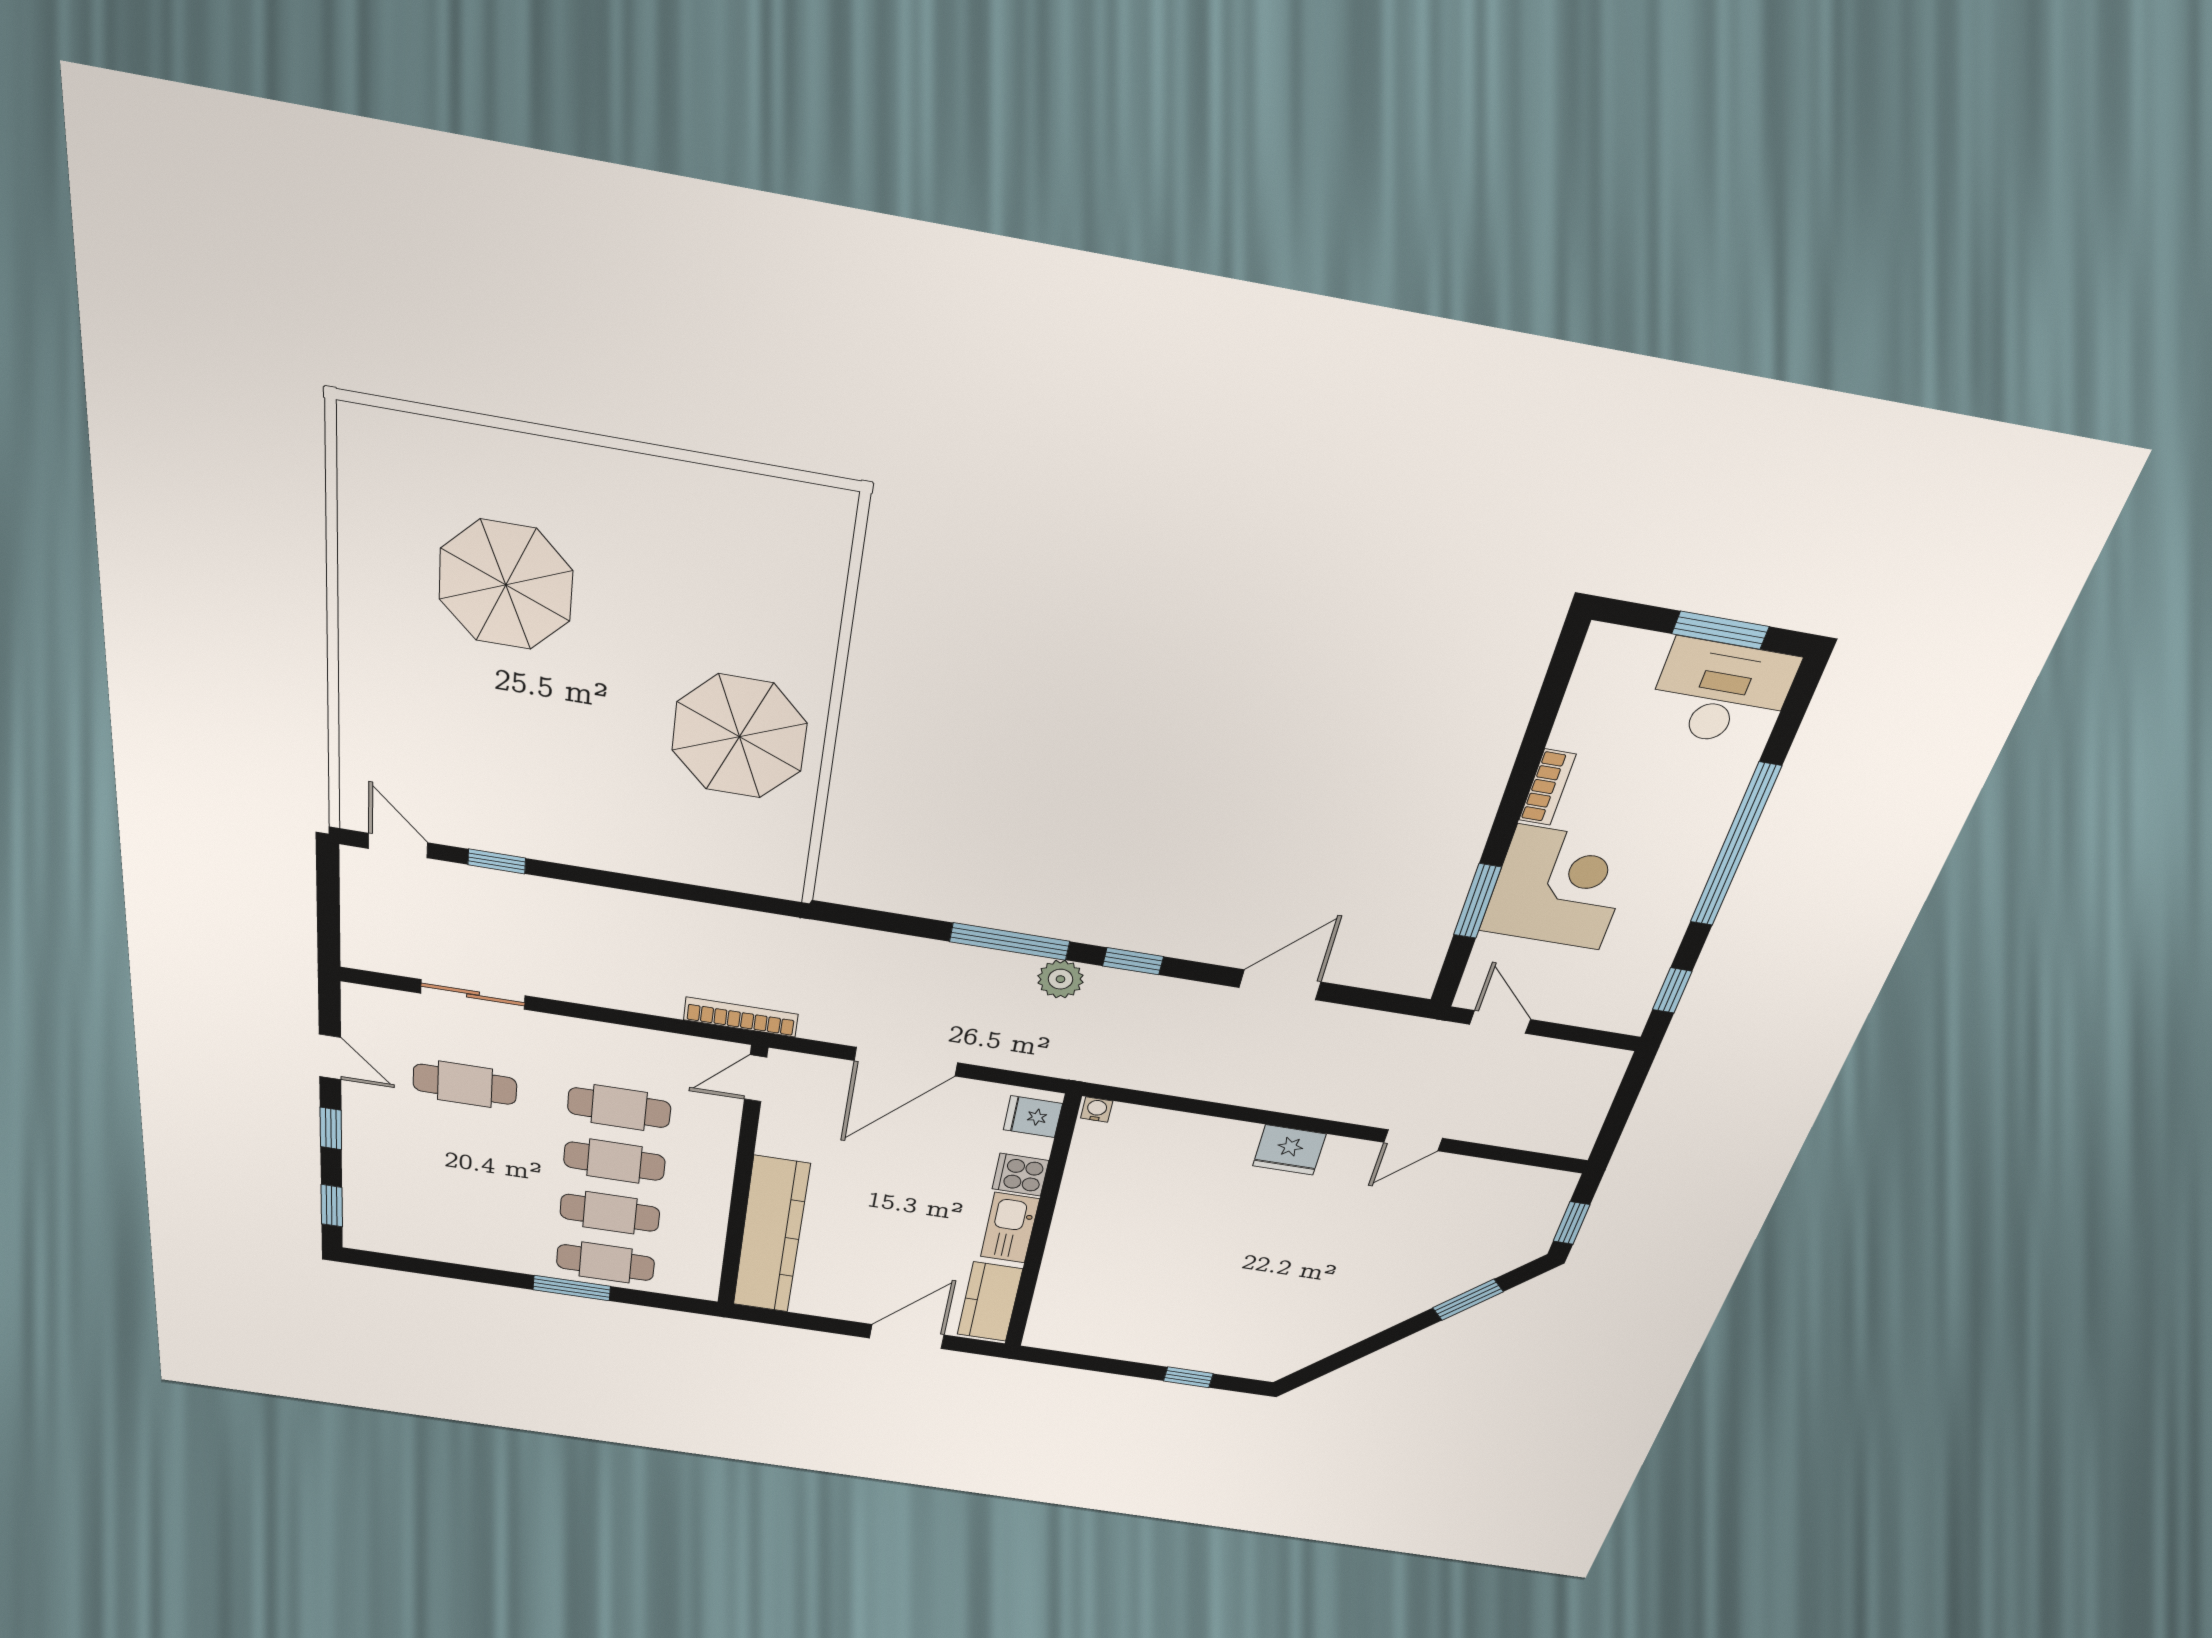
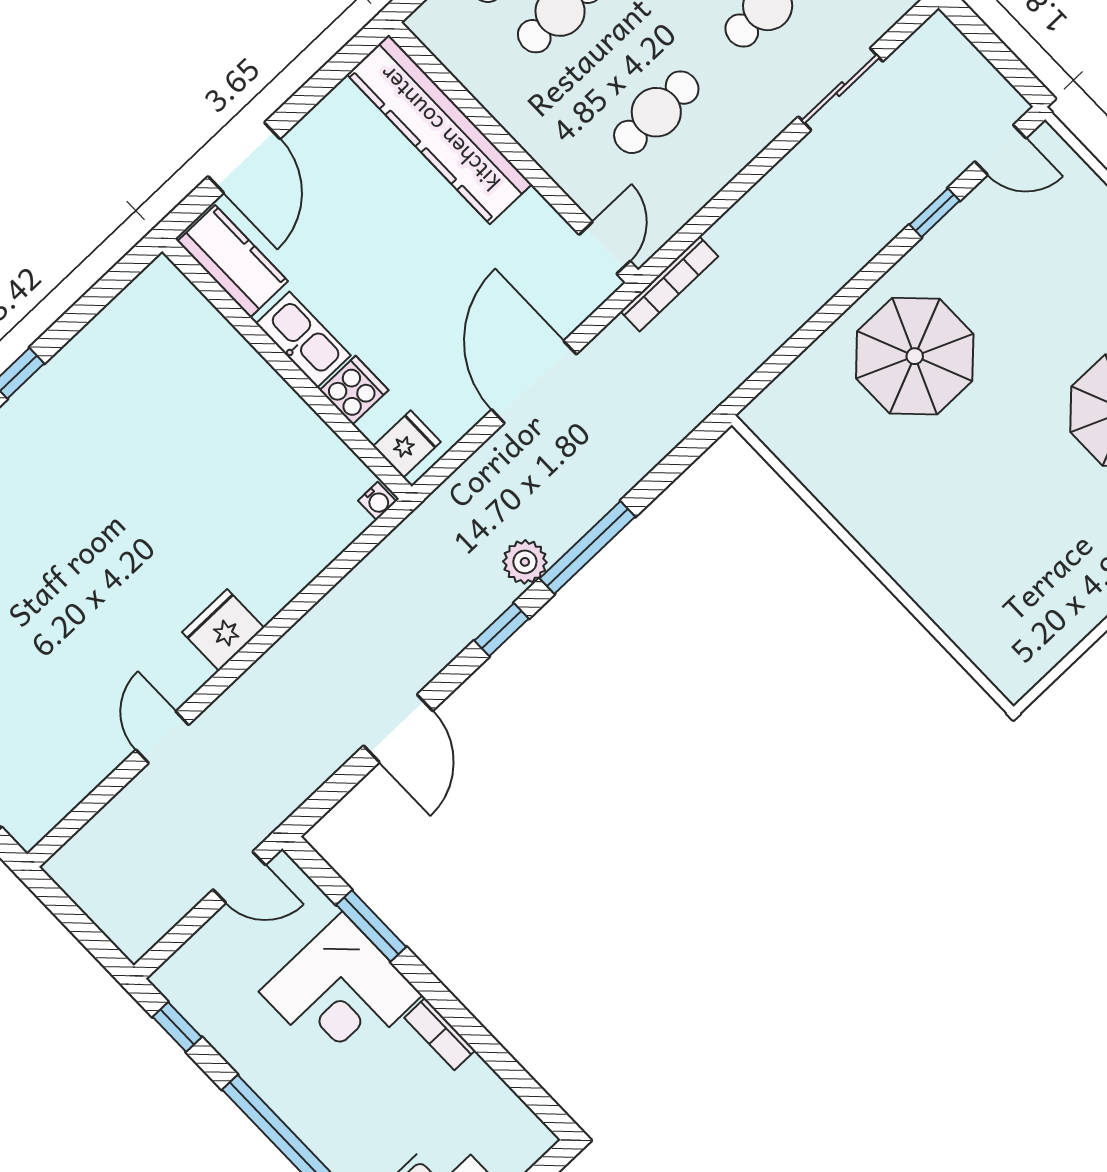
parasol: (739, 737) -> (915, 356), moved
cafe table: (614, 1161) -> (608, 62), removed

